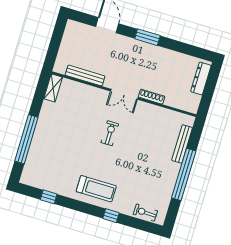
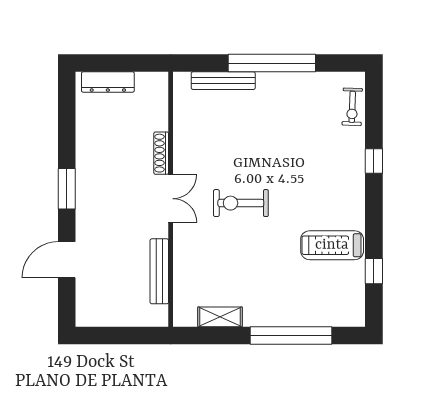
shelving: (53, 88) -> (220, 317), moved
exercise bike: (110, 133) -> (241, 203), width x1.38, depth x1.39
treadmill: (96, 189) -> (332, 245), moved, turned -90

